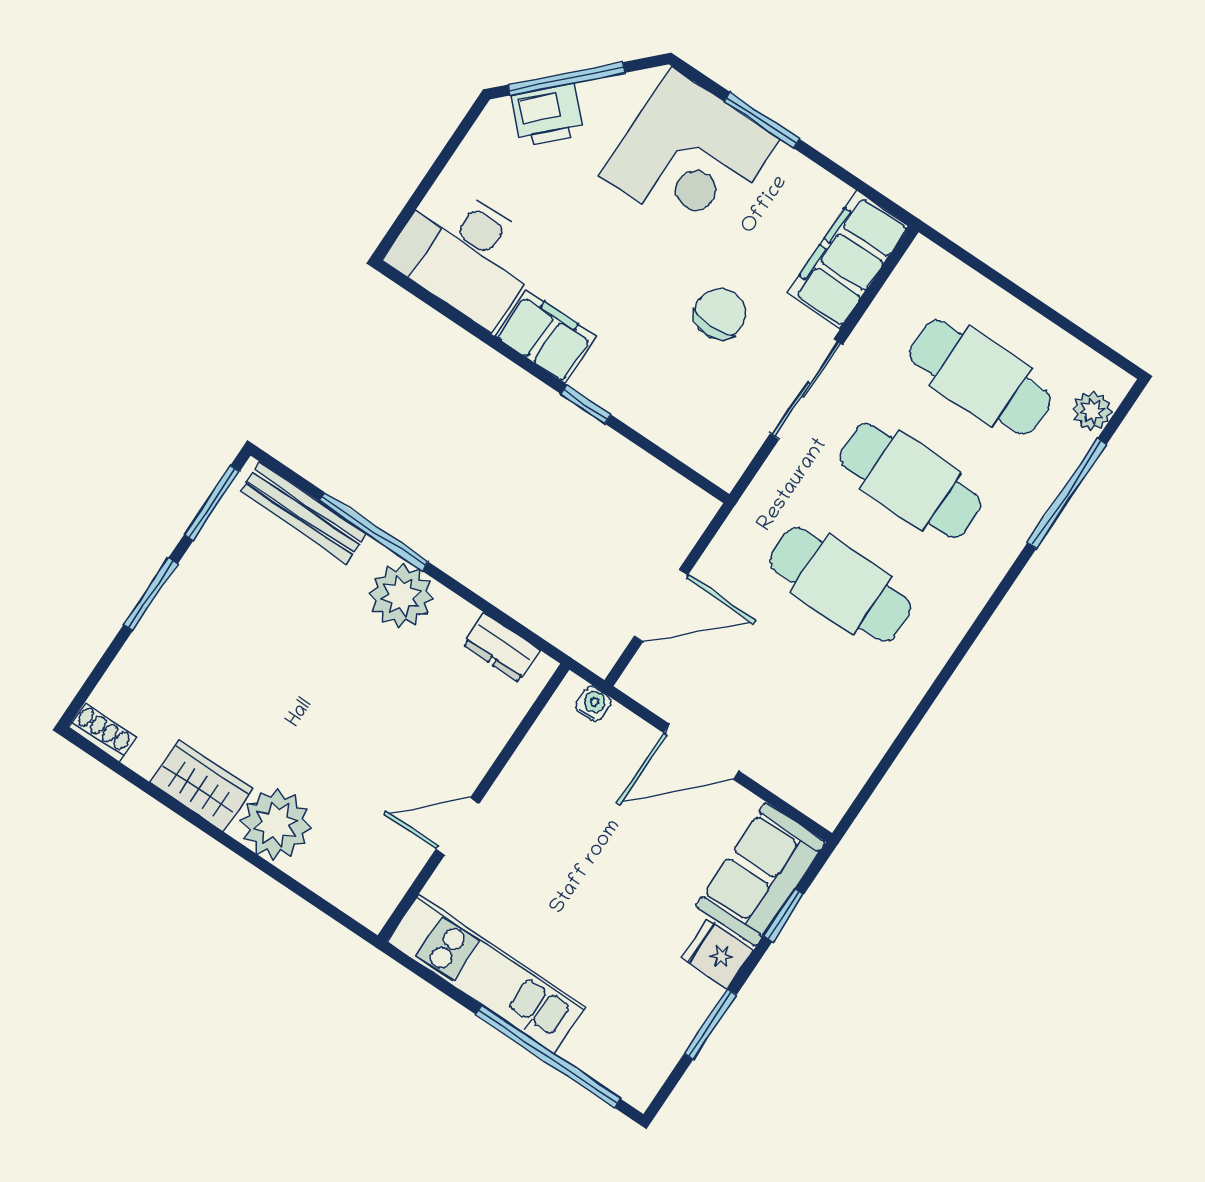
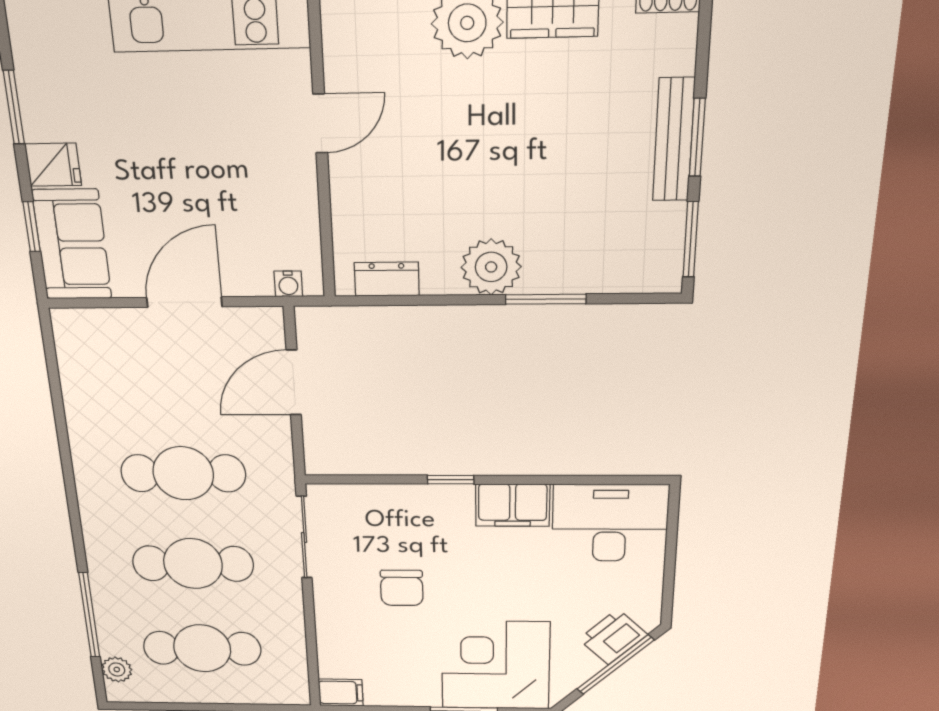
filing cabinet: (848, 259) -> (341, 693), width x0.33, depth x0.86
sliding door: (806, 389) -> (304, 537), moved
bench: (303, 513) -> (674, 140), moved, turned 90
window: (374, 532) -> (546, 299), width x0.69

